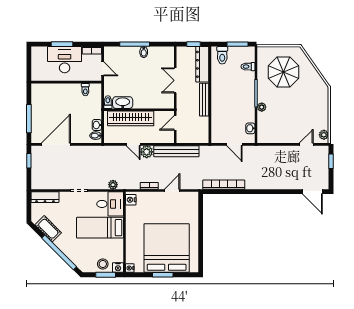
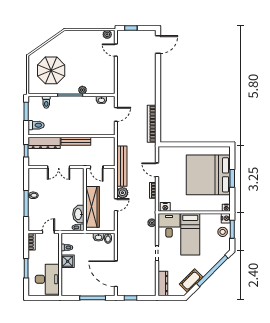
desk: (65, 60) -> (47, 279), moved, turned 180
shower: (70, 90) -> (68, 261), added

